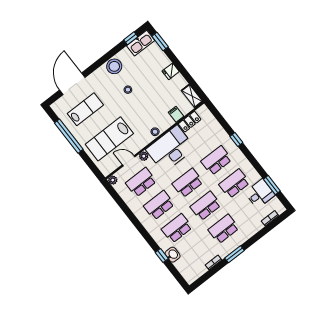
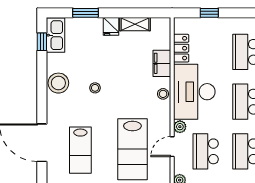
window: (160, 42) -> (86, 13), moved
shelving: (192, 96) -> (135, 24), moved
lab bench: (85, 109) -> (80, 150), turned 180
filing cabinet: (176, 114) -> (162, 63), width x2.00
window: (236, 139) -> (209, 13), moved

